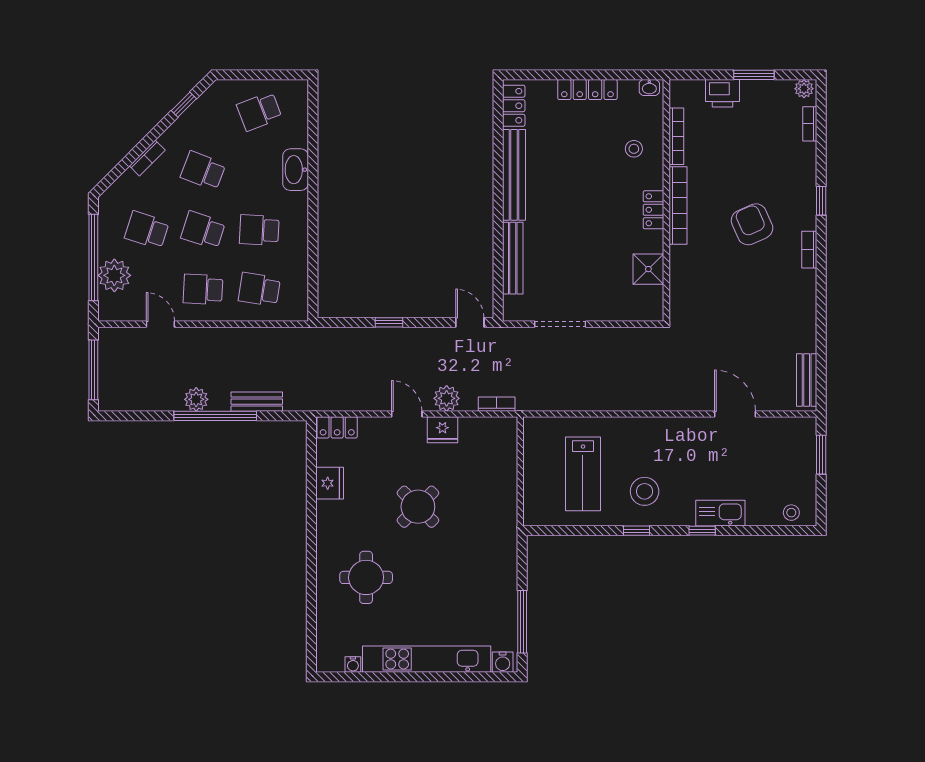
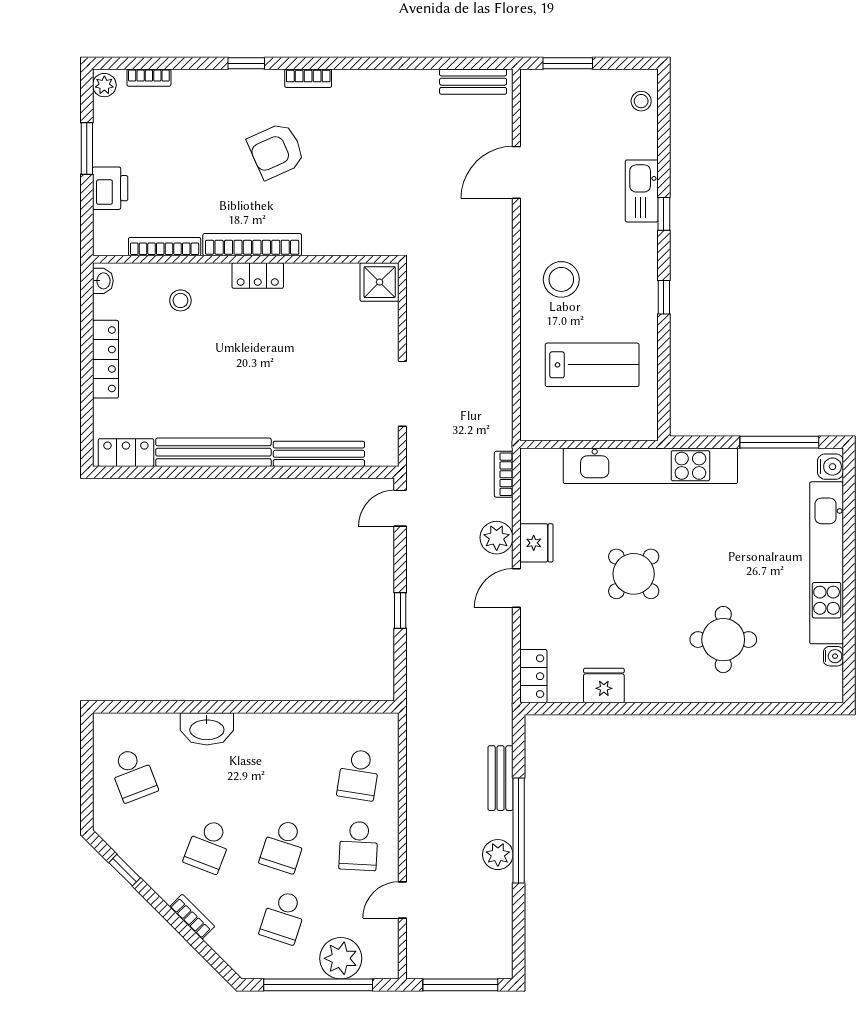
school desk: (259, 230) -> (283, 775), removed
shower: (648, 269) -> (380, 282), moved
stool: (645, 491) -> (561, 279), moved
kitchen unit: (503, 520) -> (650, 466), added

